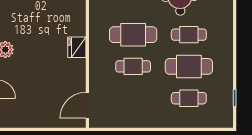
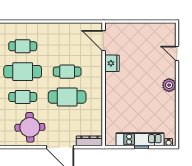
fridge: (77, 47) -> (112, 63), moved
door: (87, 105) -> (104, 41), swing flipped

